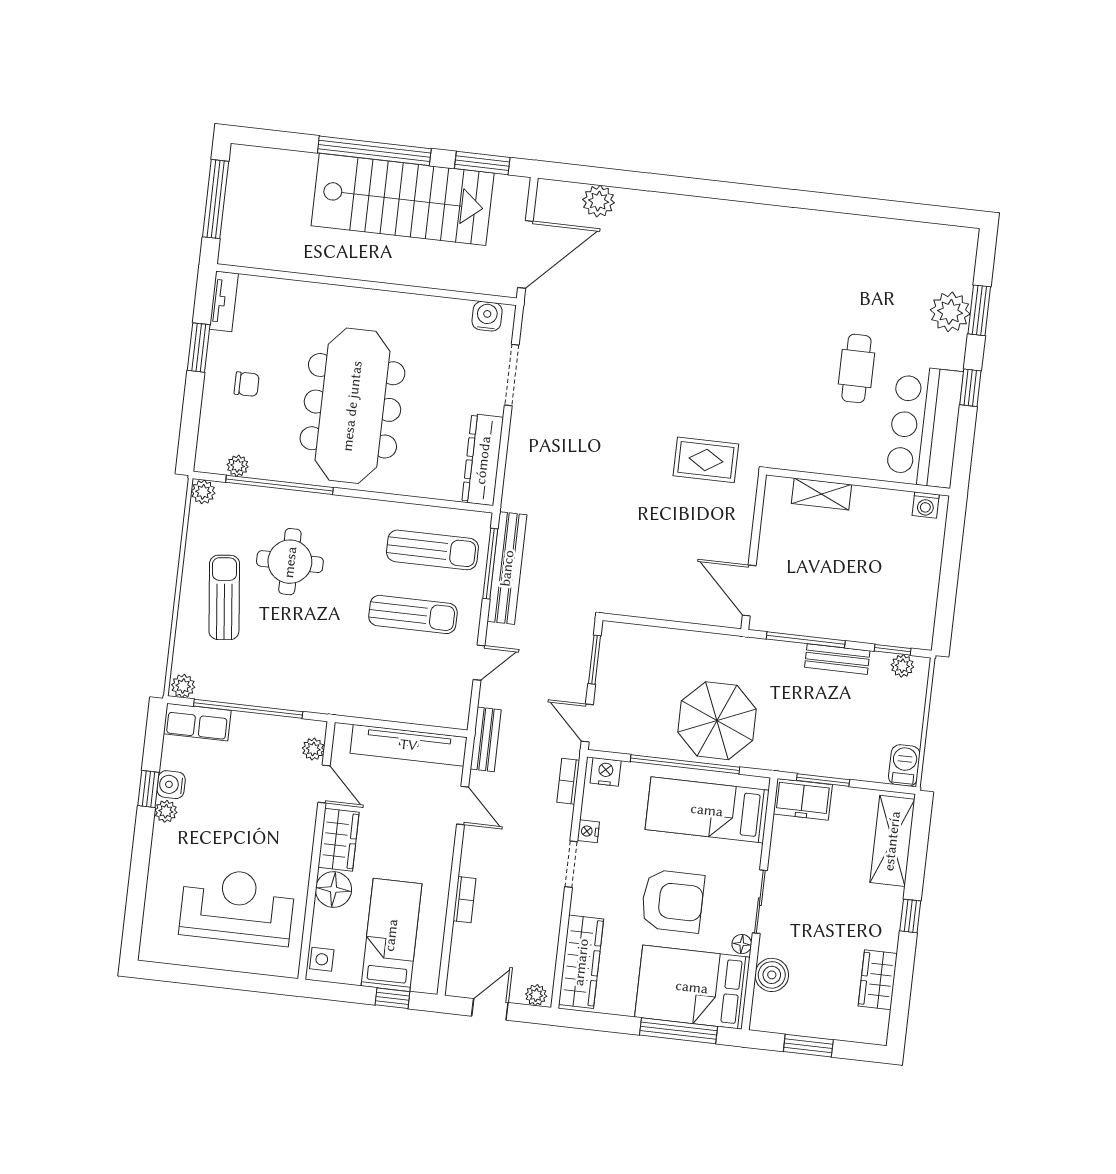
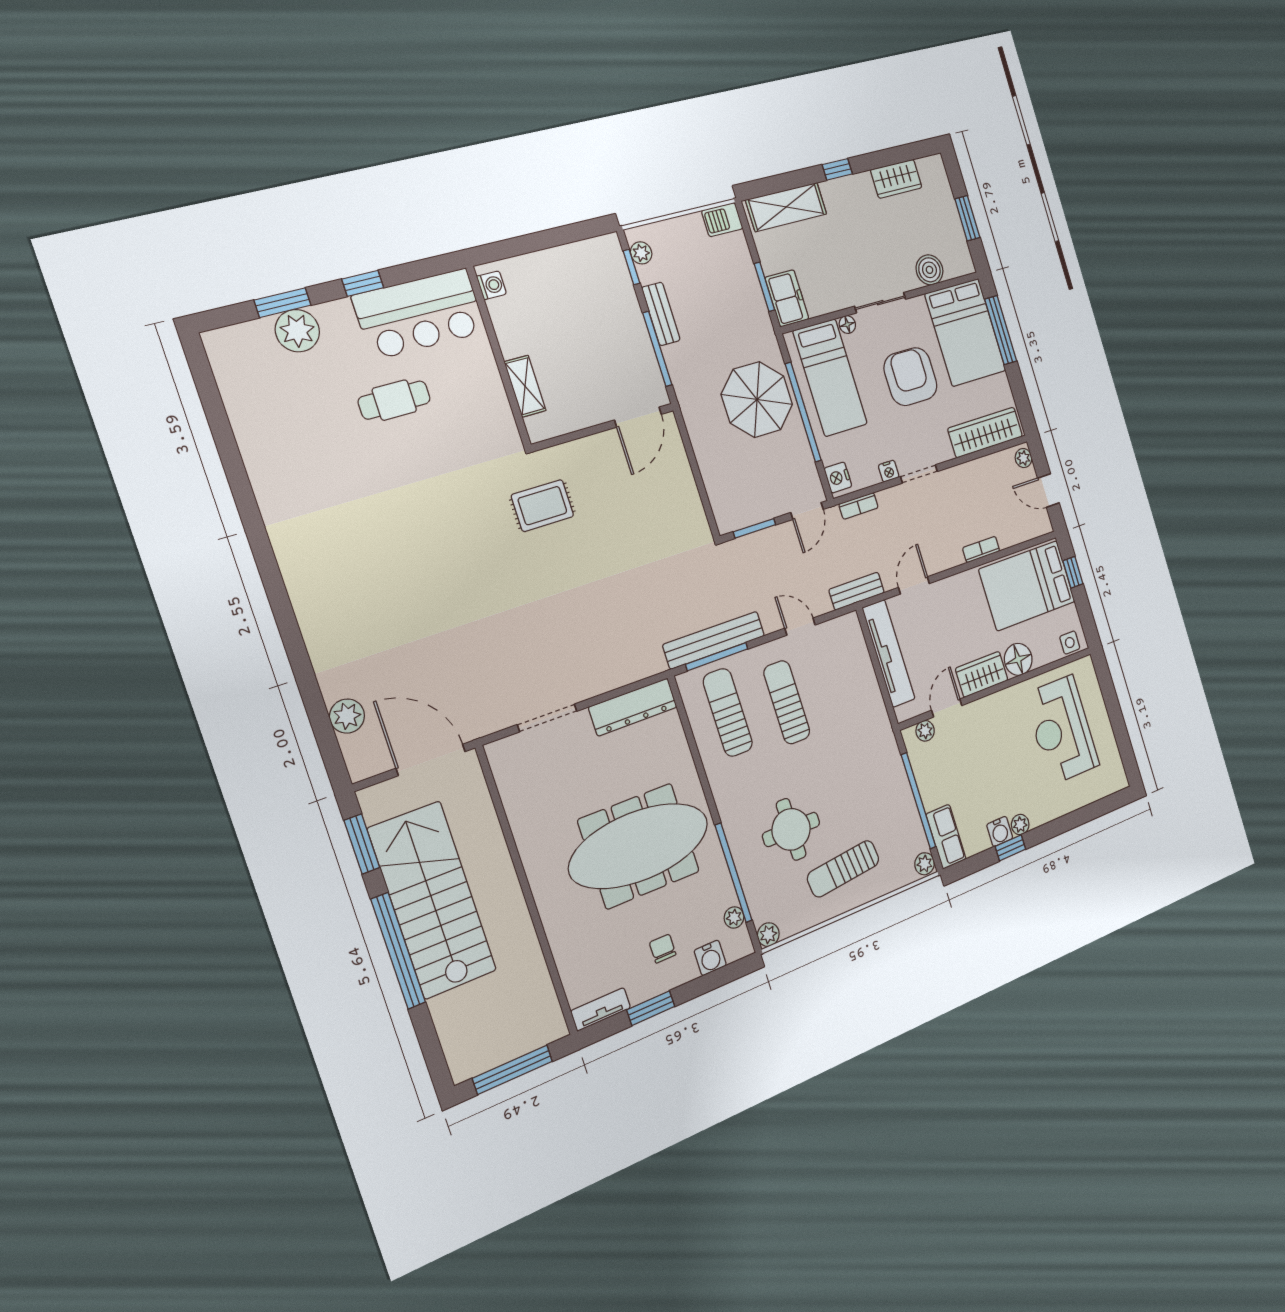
water cooler: (487, 316) -> (710, 958), moved, turned -90
rug: (706, 460) -> (542, 506), turned 90
bed: (391, 935) -> (1027, 586), width x1.50
floor lamp: (742, 944) -> (847, 325), moved

